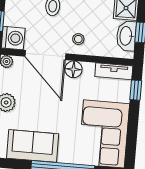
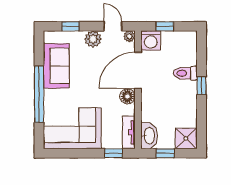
washbasin: (126, 36) -> (149, 136), moved, turned 90
stool: (78, 39) -> (155, 98), removed

